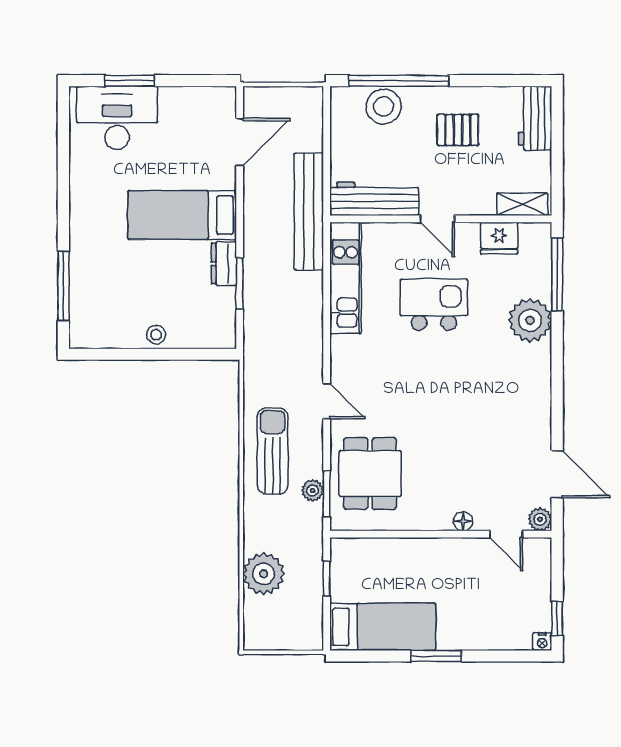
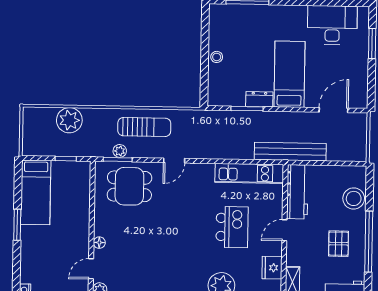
window: (399, 81) -> (369, 242), moved
desk: (117, 118) -> (332, 25), moved, turned -90
door: (240, 142) -> (333, 110), swing flipped

